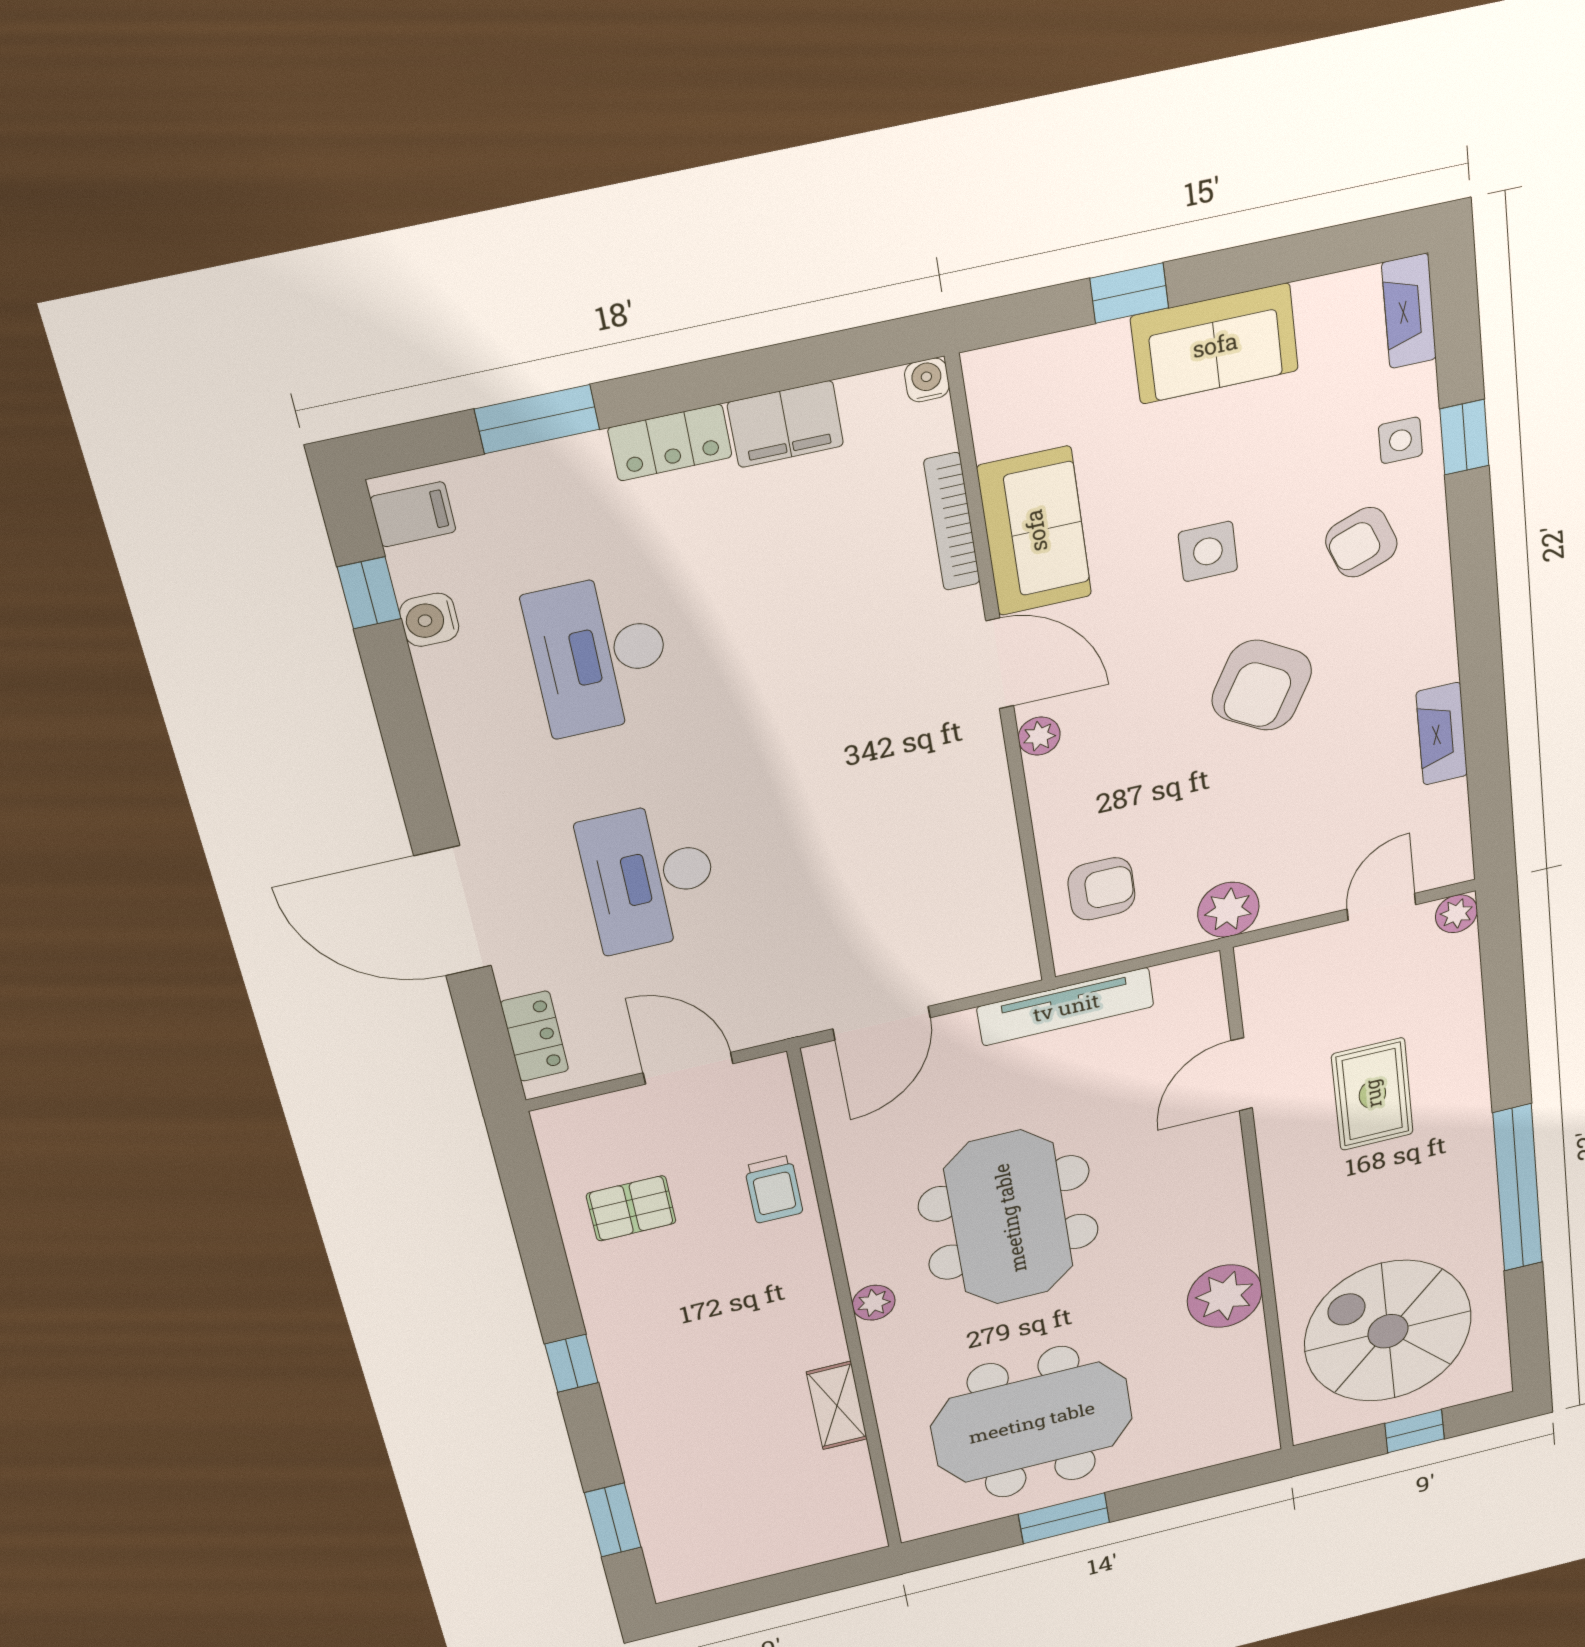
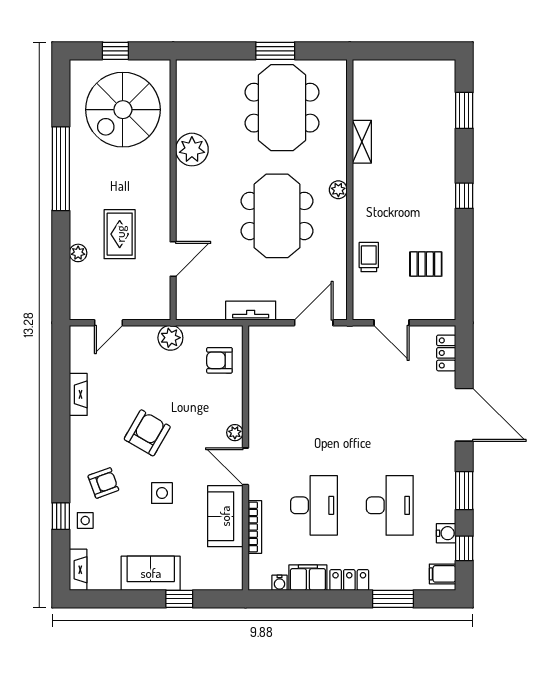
water cooler: (927, 380) -> (280, 583), moved
window: (407, 735) -> (464, 491), added
desk: (650, 877) -> (314, 505), moved
plant: (1456, 914) -> (78, 253), moved
tv unit: (1066, 1007) -> (251, 311), width x0.71
spiral stairs: (1388, 1331) -> (123, 110), turned 90
meeting table: (1032, 1422) -> (282, 108), turned 90

